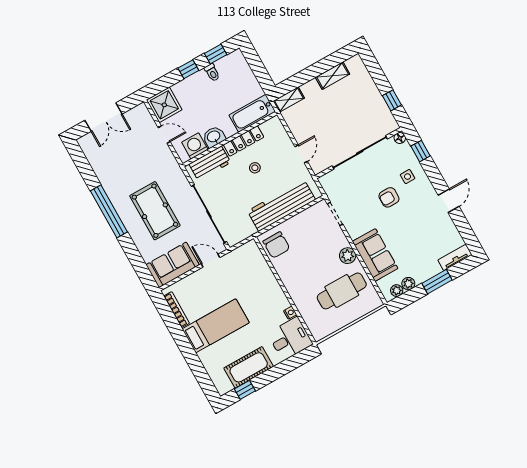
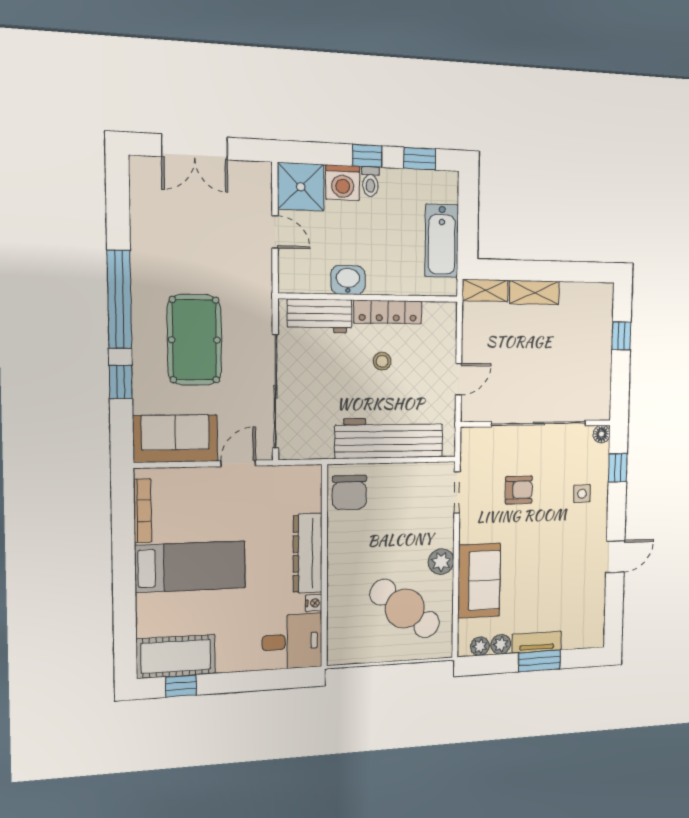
toilet: (212, 73) -> (370, 182), moved
shelving: (333, 76) -> (534, 292), moved
window: (392, 100) -> (621, 336), moved
bathtub: (252, 113) -> (442, 241), moved, turned -90
washing machine: (195, 146) -> (343, 183), moved, turned 180
armchair: (389, 197) -> (519, 490), moved, turned 180
window: (131, 251) -> (121, 382), added
tv unit: (455, 257) -> (537, 642), moved
door: (211, 261) -> (238, 463), hinge flipped
dresser: (272, 288) -> (308, 553), added
cafe table: (342, 291) -> (405, 608), turned 38
cot: (249, 367) -> (176, 656), moved

